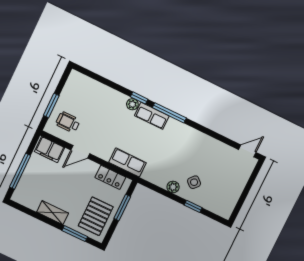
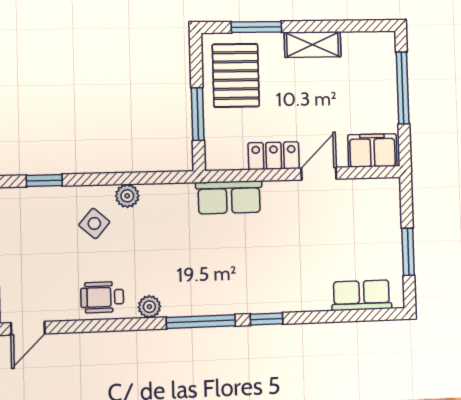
plant: (132, 104) -> (149, 307), moved
window: (51, 106) -> (408, 252), moved
row of seats: (152, 116) -> (362, 295), moved
wheelchair: (68, 122) -> (102, 297), moved, turned 180
locker: (110, 177) -> (274, 156), moved
window: (193, 206) -> (44, 180), moved

